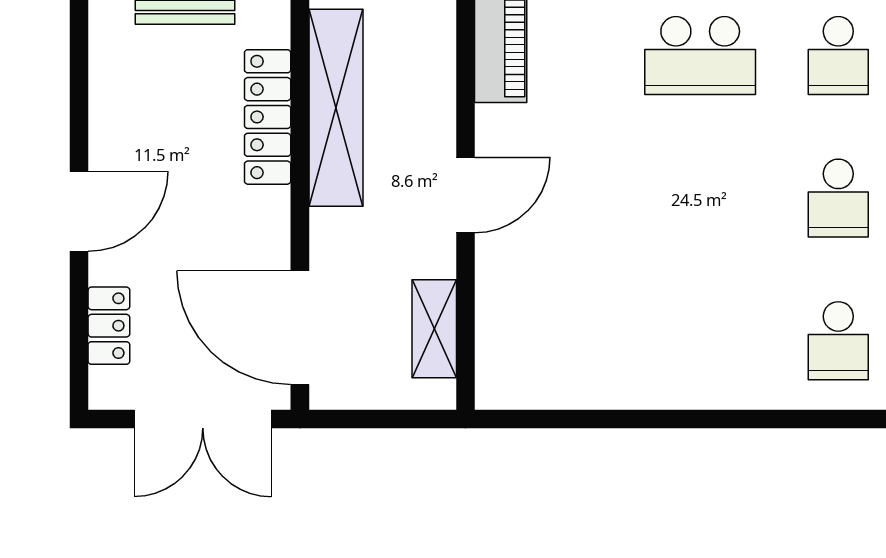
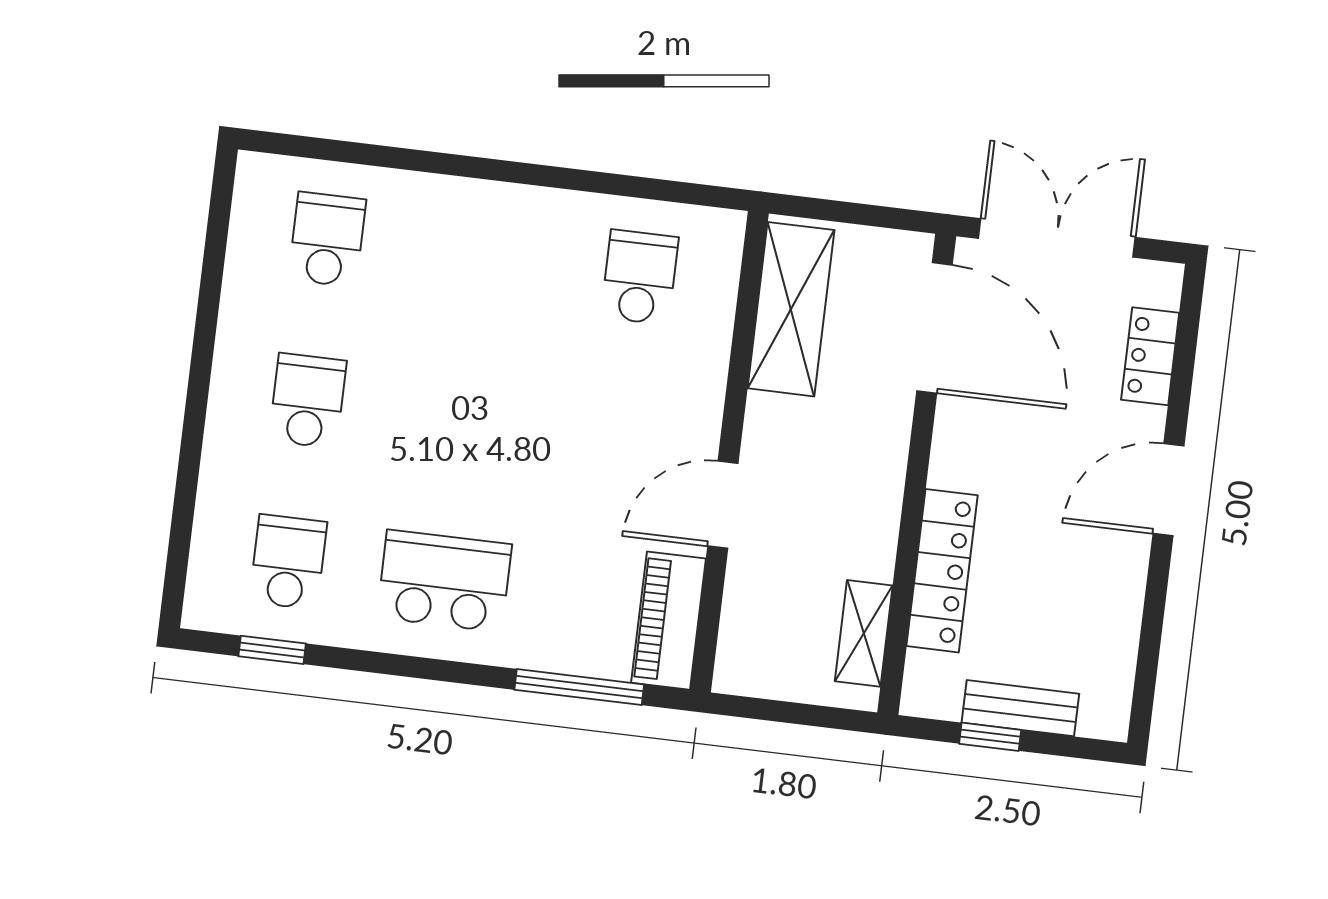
shelving: (336, 108) -> (864, 633), width x0.45, depth x0.75
door: (465, 195) -> (723, 505), moved
shelving: (434, 329) -> (791, 309), width x1.50, depth x1.33
school desk: (562, 341) -> (640, 277), added

